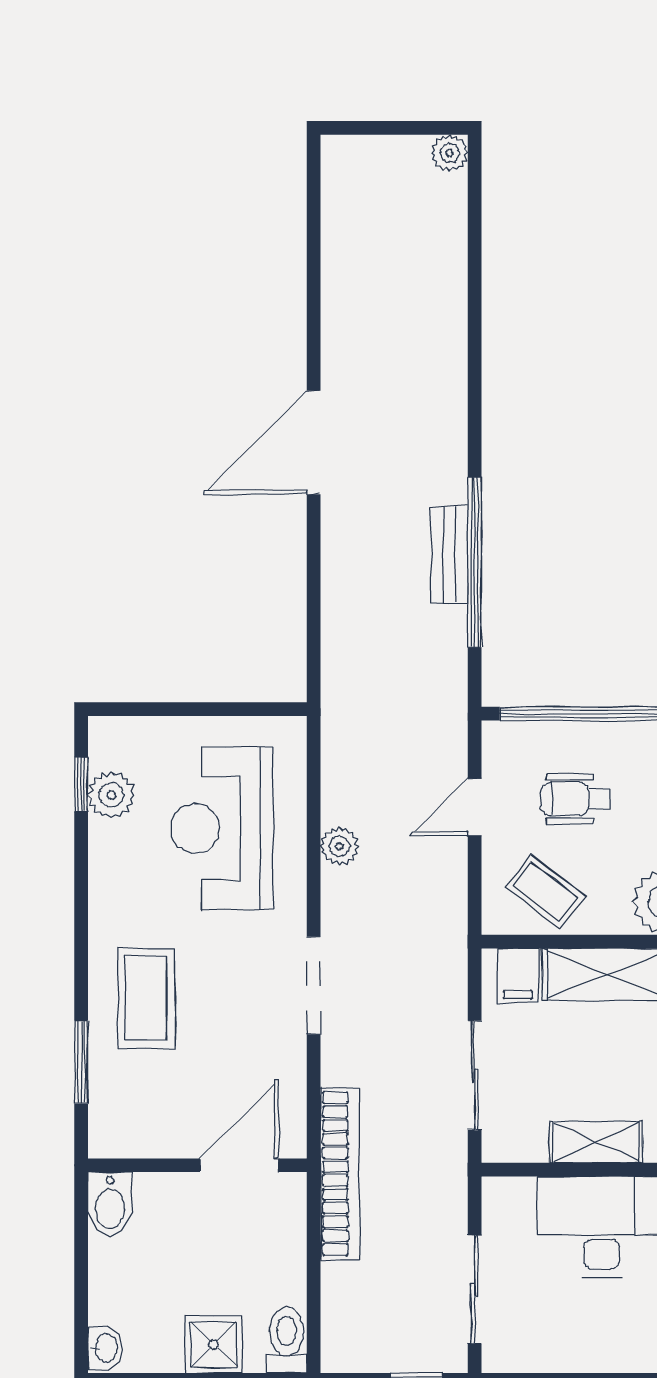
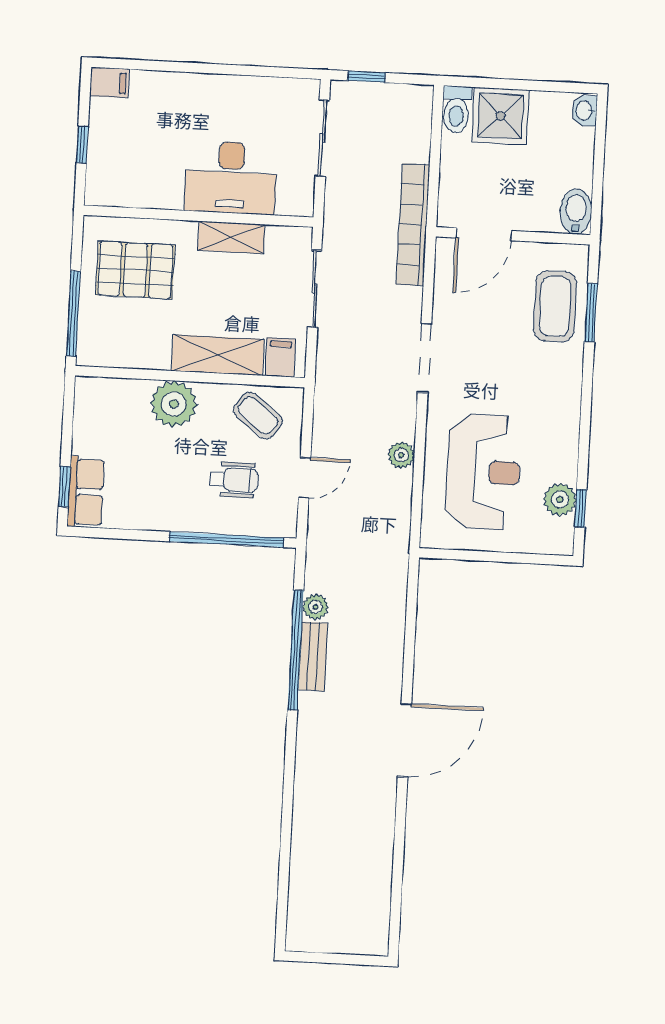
plant: (450, 153) -> (316, 607), moved
coffee table: (146, 998) -> (555, 306), moved
shower: (214, 1344) -> (500, 116), width x1.36, depth x1.36

